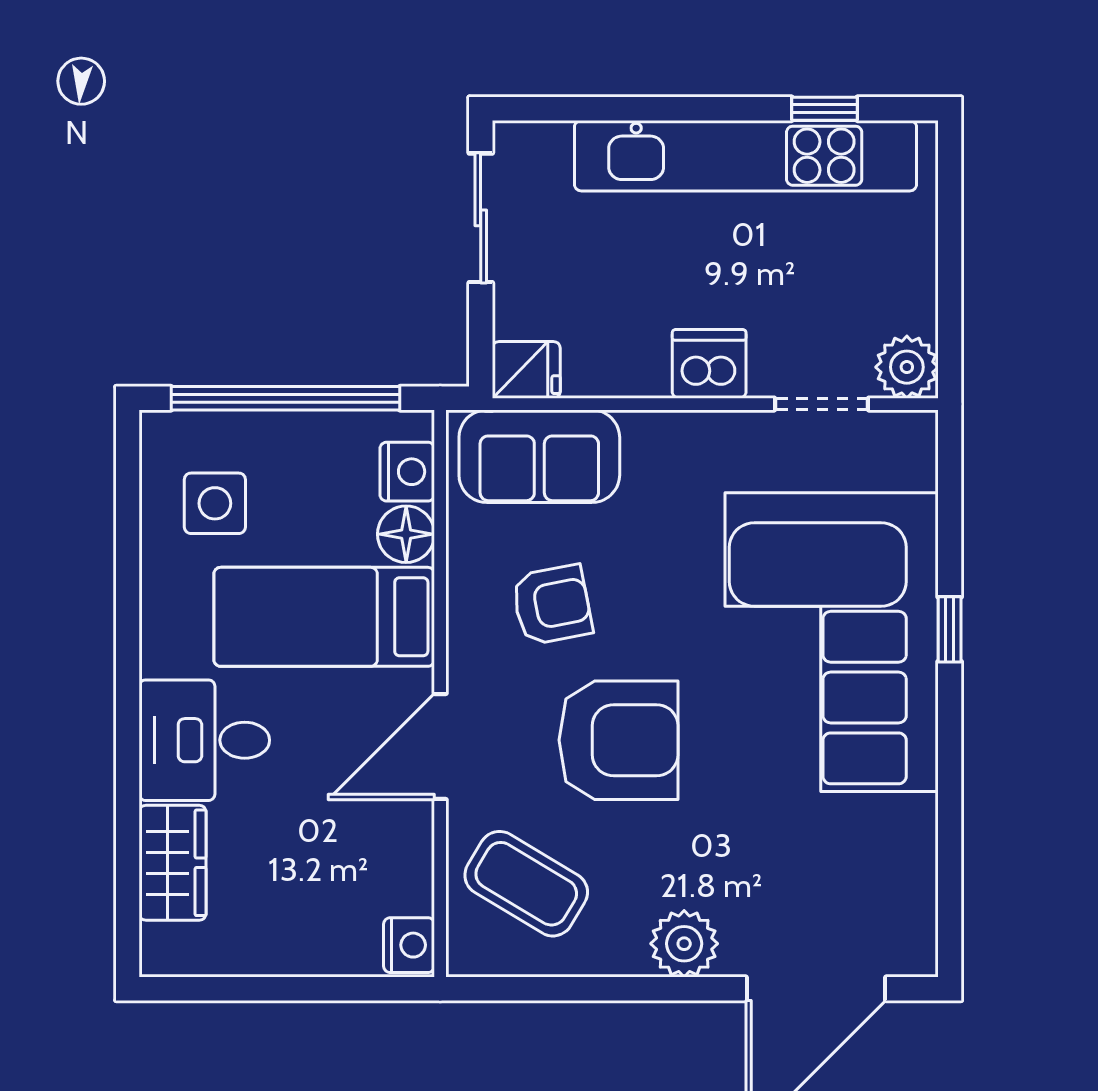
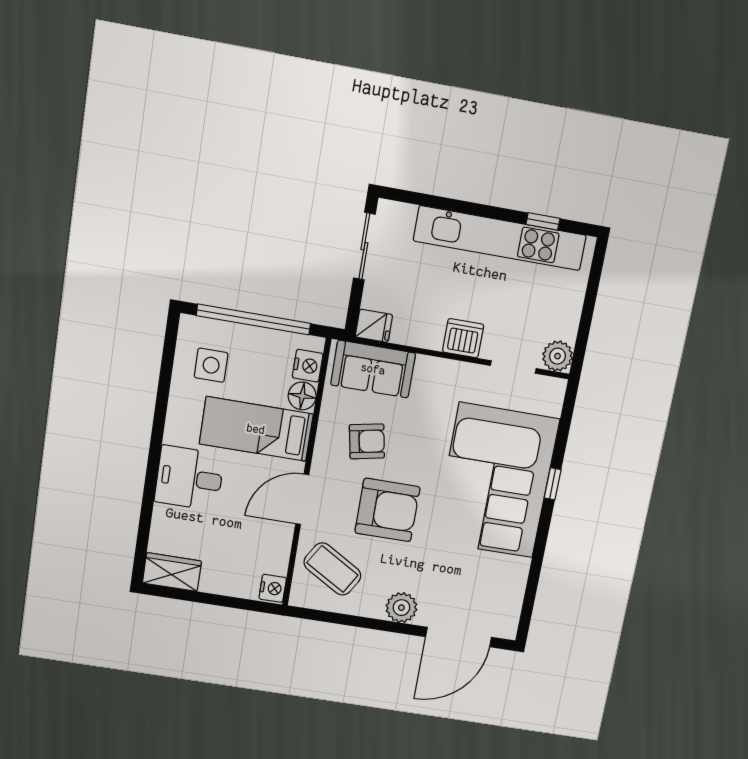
wardrobe: (173, 863) -> (172, 572), moved, turned -90

